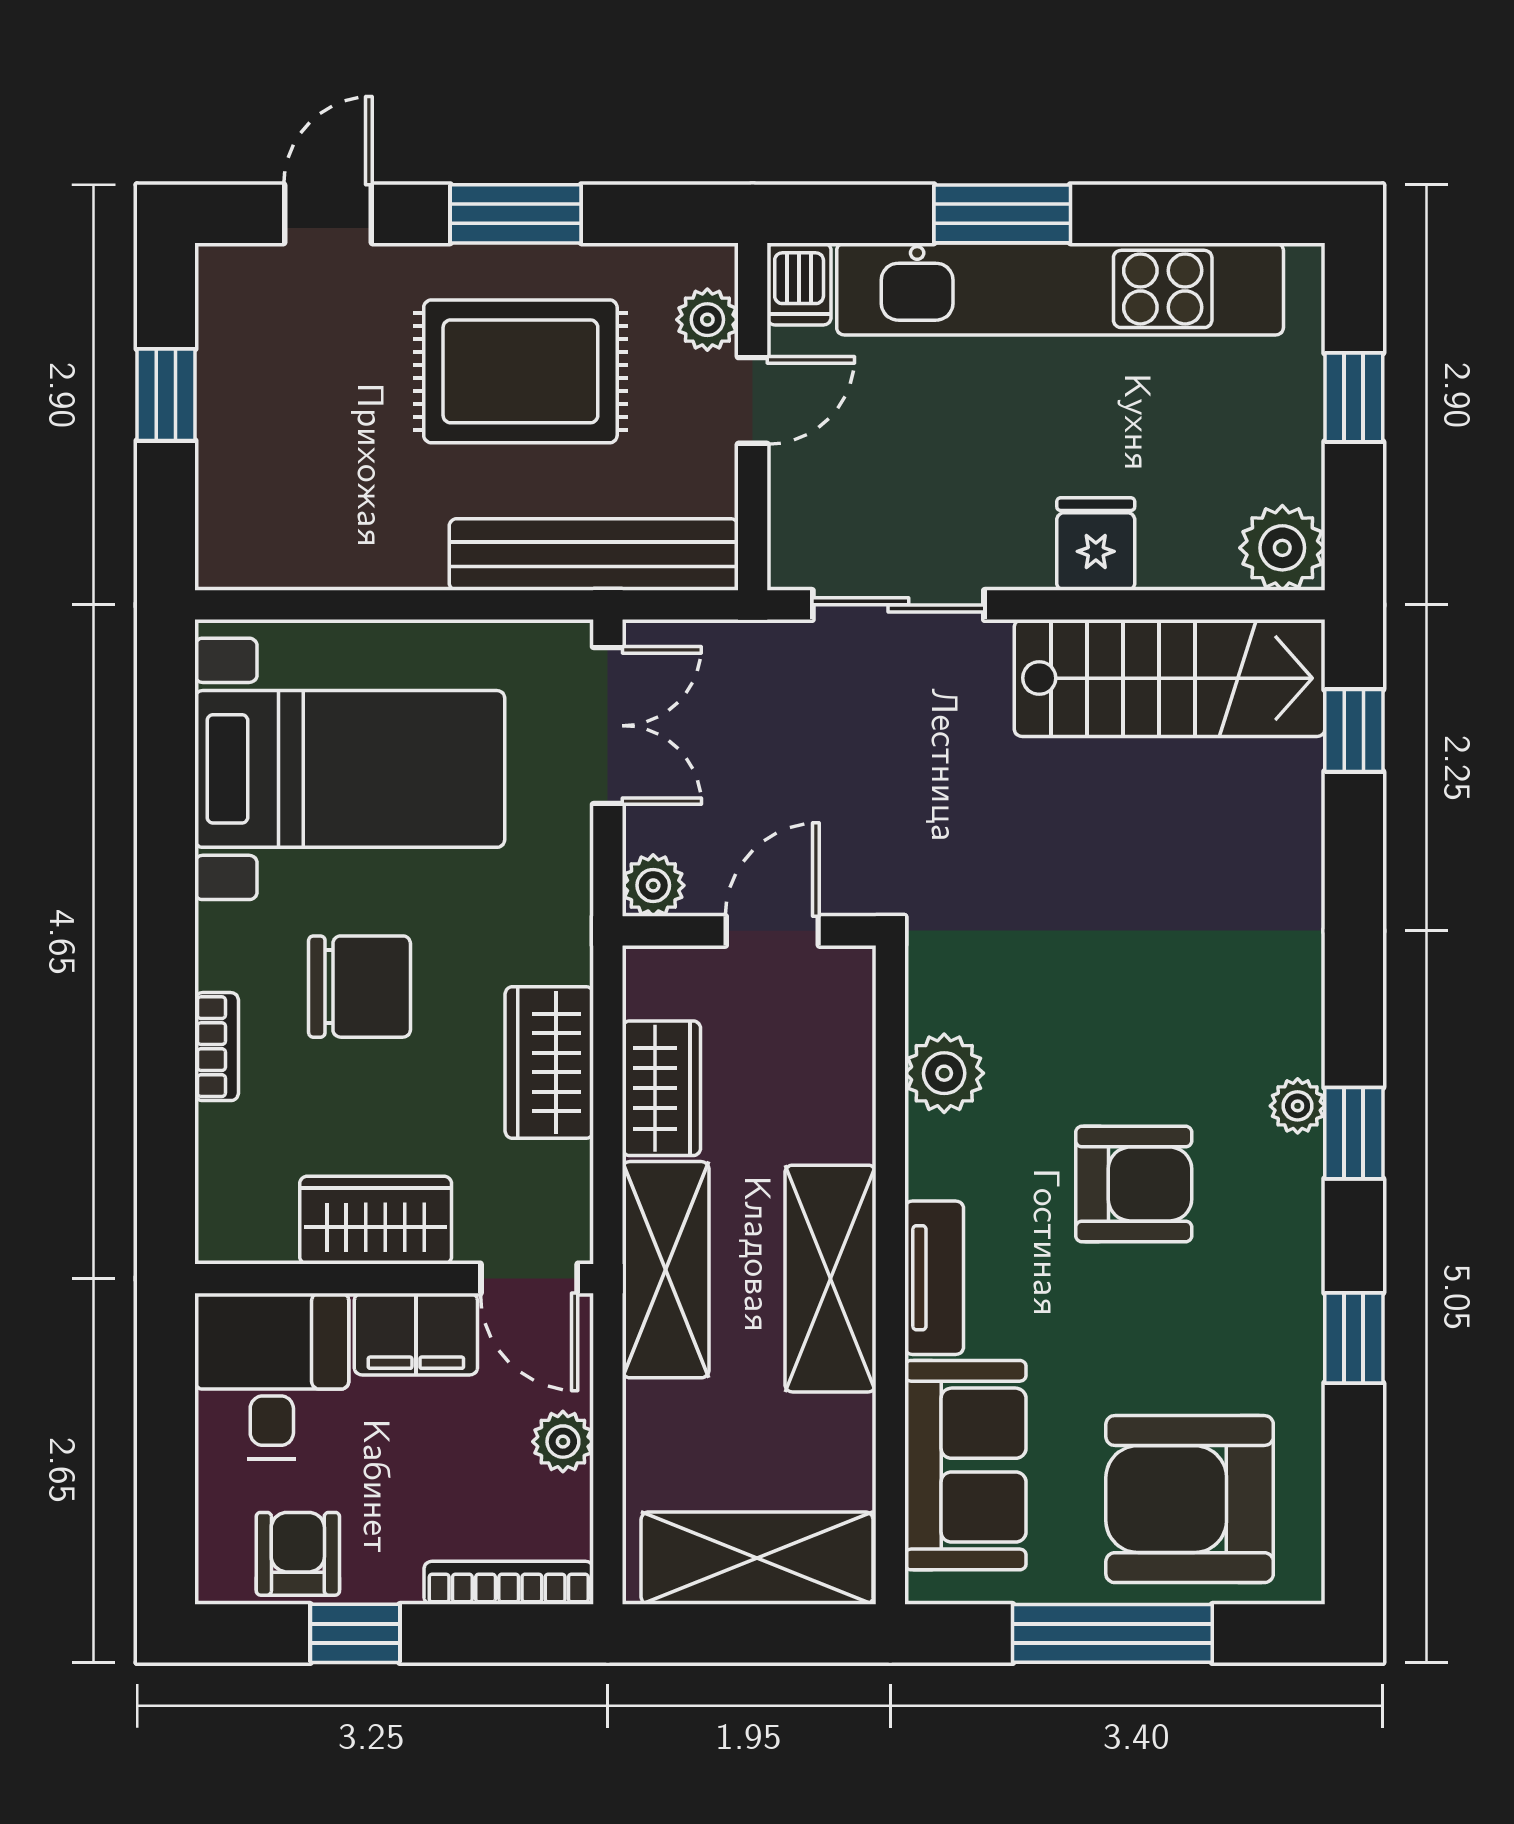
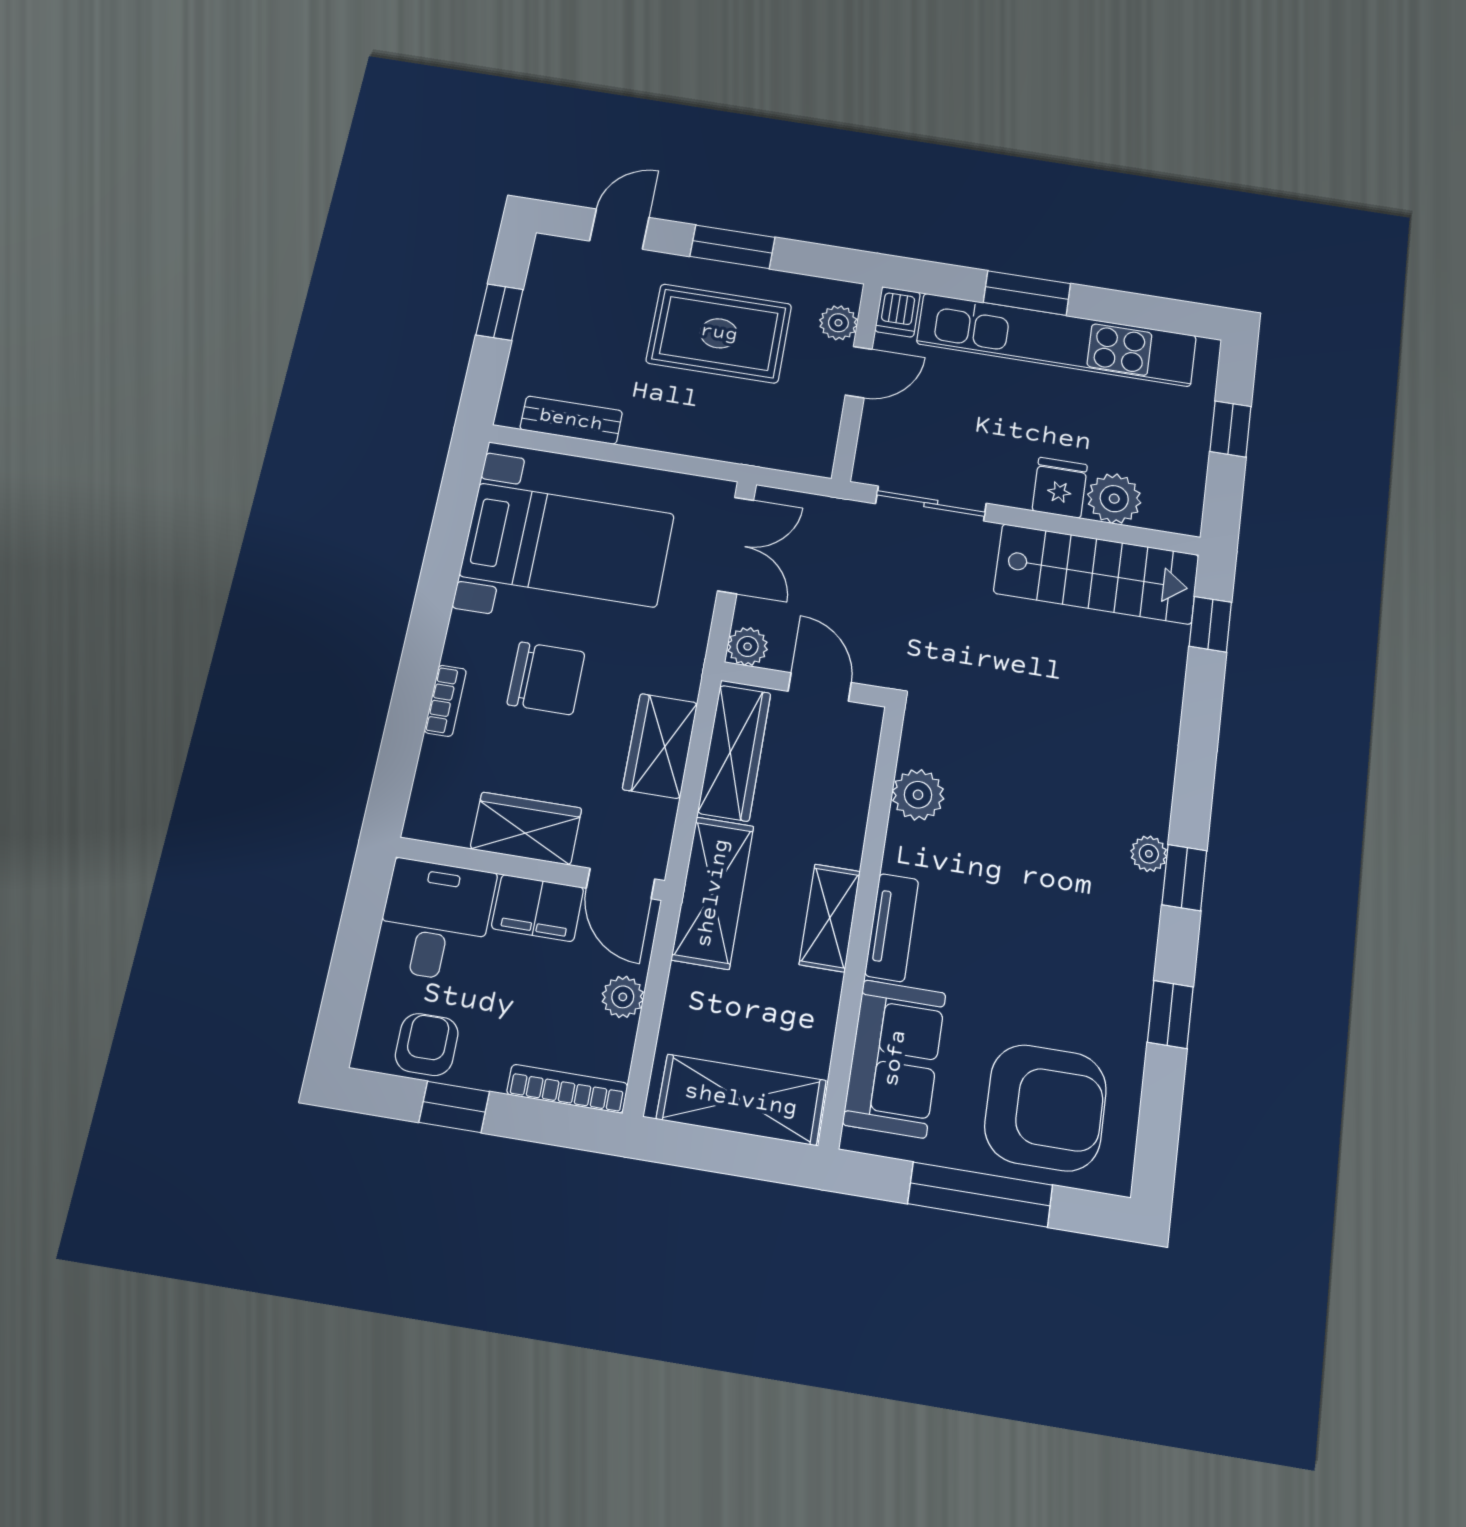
plant: (1282, 548) -> (1114, 499), moved
bench: (594, 555) -> (571, 420), moved, width x0.54, depth x0.82
door: (772, 931) -> (820, 687), hinge flipped
wardrobe: (661, 1088) -> (734, 753), width x1.50
armchair: (1134, 1184) -> (1034, 887), removed
shelving: (830, 1279) -> (830, 918), width x0.67, depth x0.75
armchair: (1190, 1499) -> (1045, 1108), turned 180

